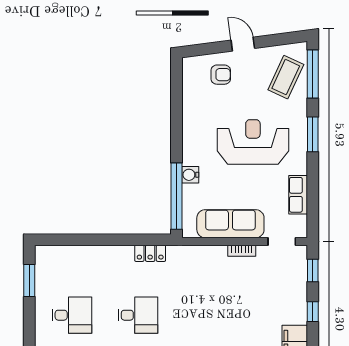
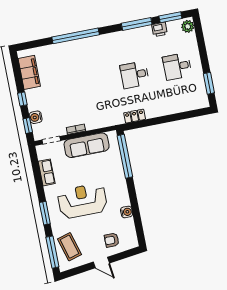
coffee table: (286, 77) -> (69, 247), turned -41
reception desk: (253, 142) -> (82, 201), turned 180
water cooler: (190, 175) -> (127, 212), moved
water cooler: (298, 281) -> (36, 117), added

